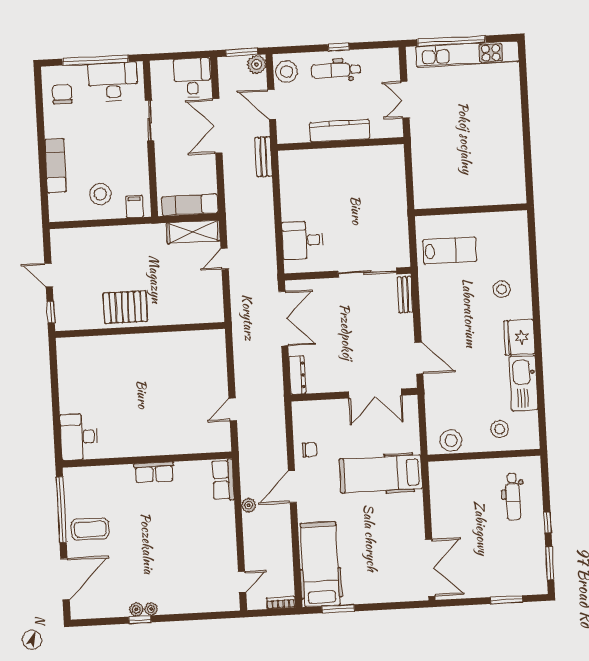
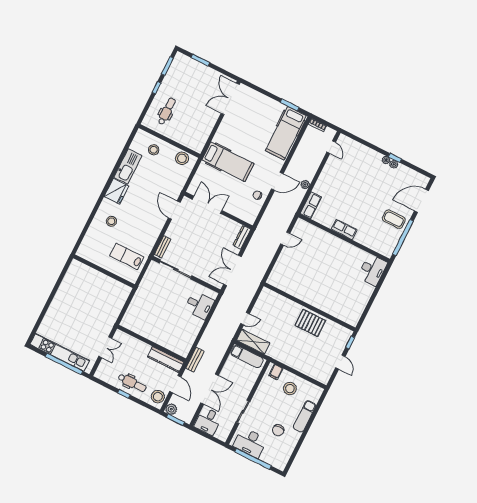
chair: (62, 94) -> (278, 430), moved
kitchen counter: (340, 131) -> (166, 359), moved
door: (242, 582) -> (331, 147), swing flipped

